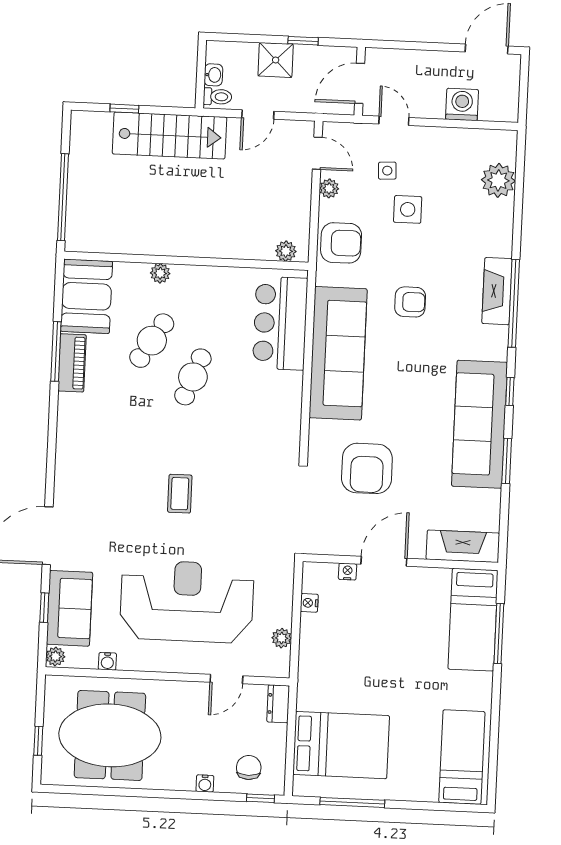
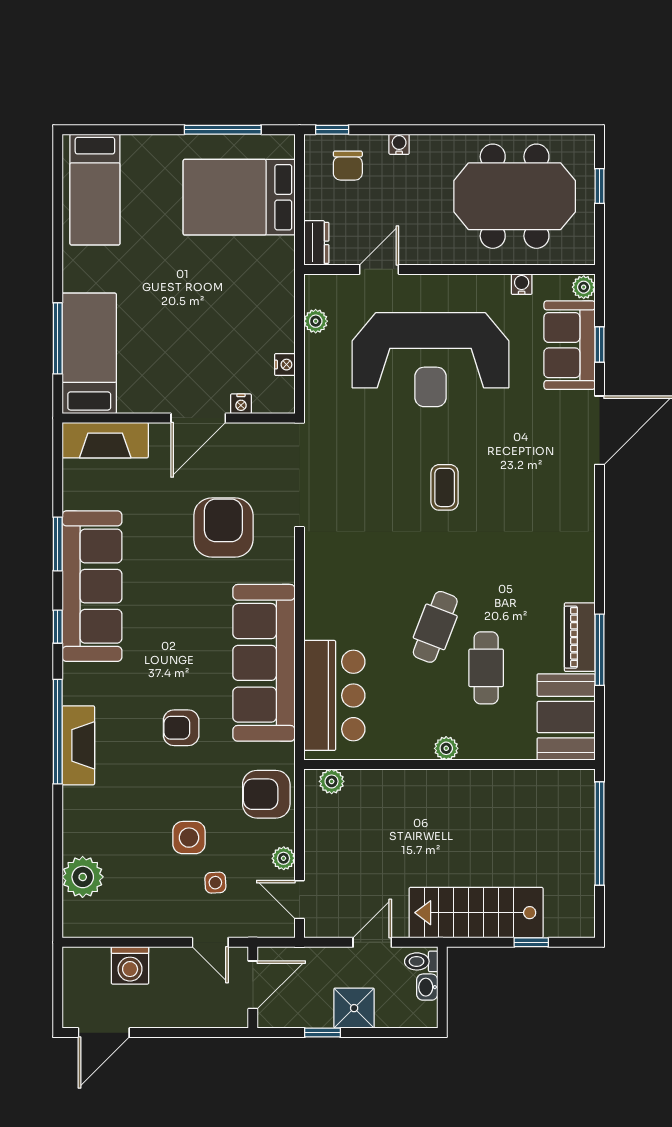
plant: (160, 273) -> (446, 748), moved
cafe table: (152, 341) -> (486, 668), turned -32

